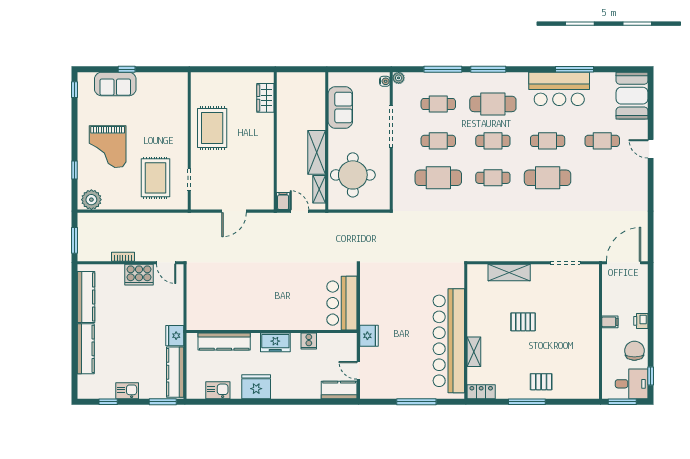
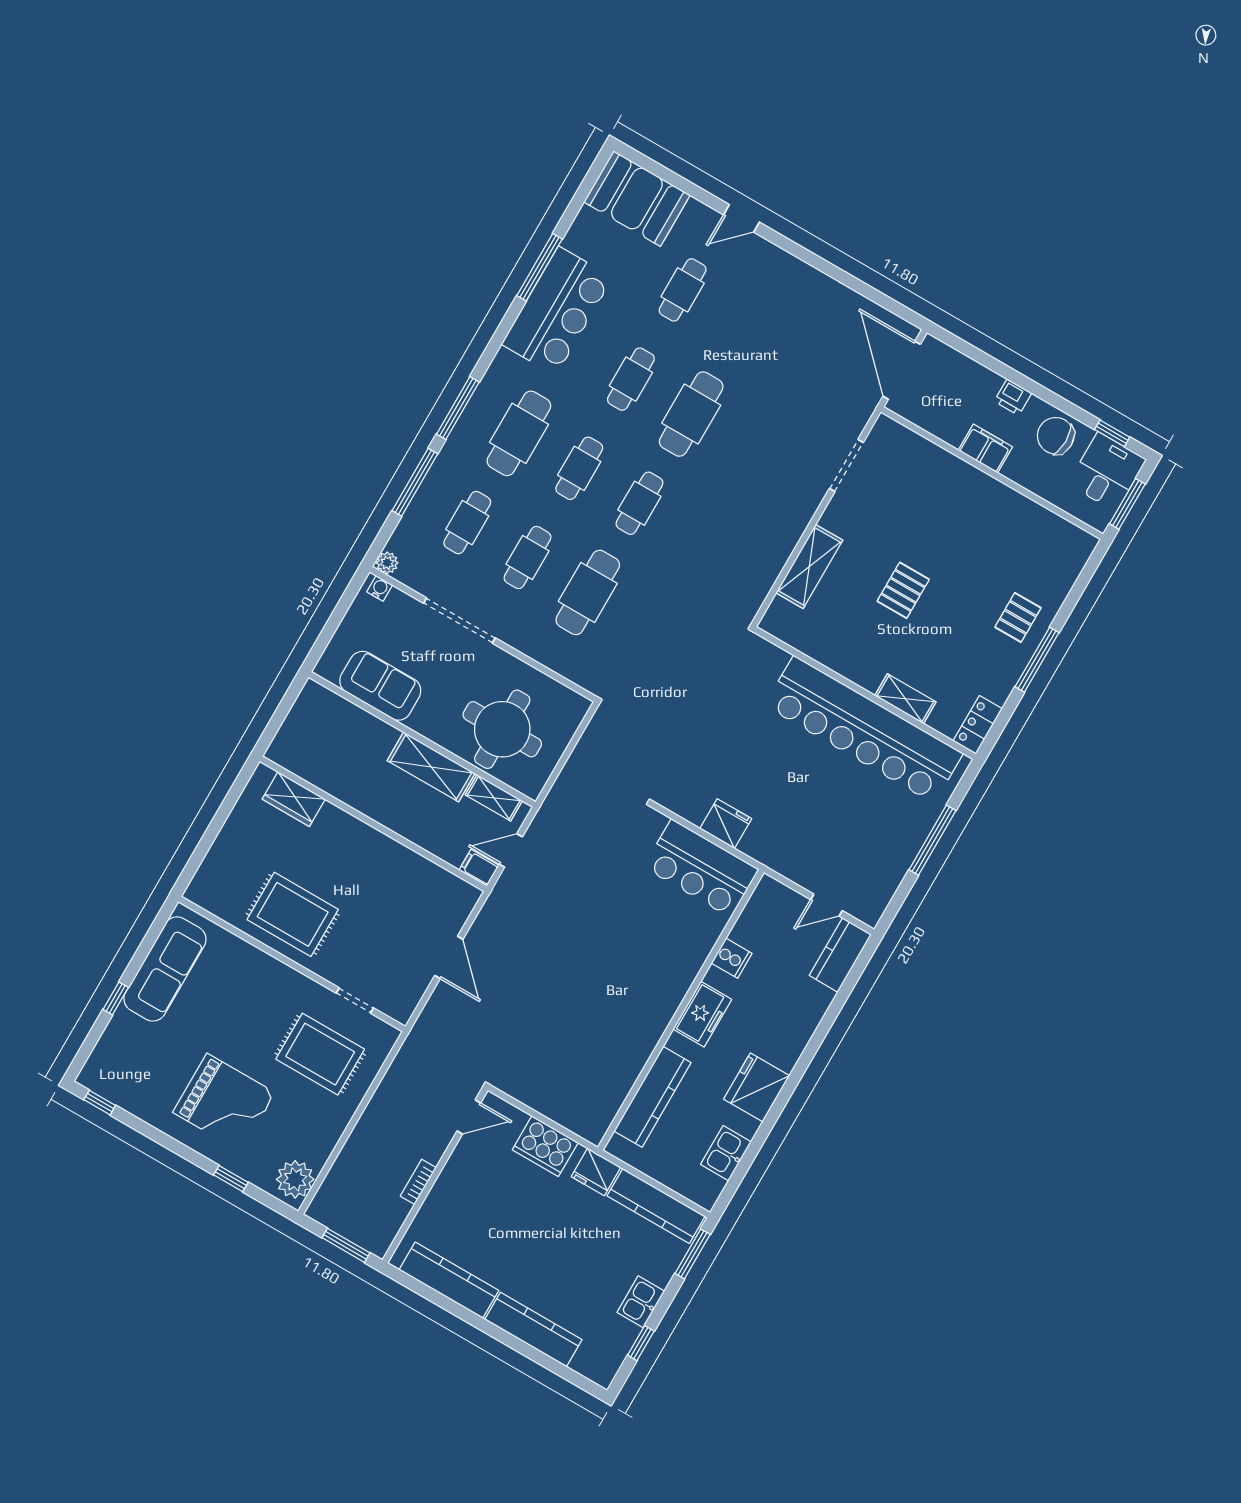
sofa: (115, 84) -> (165, 969), moved, width x1.36
cooker: (139, 275) -> (545, 1146), moved, turned 90
filing cabinet: (610, 322) -> (985, 449), width x2.00
fridge: (369, 336) -> (726, 824), moved

